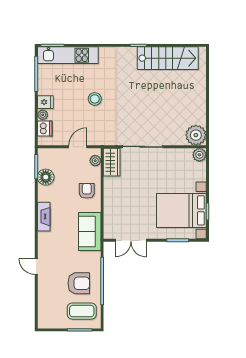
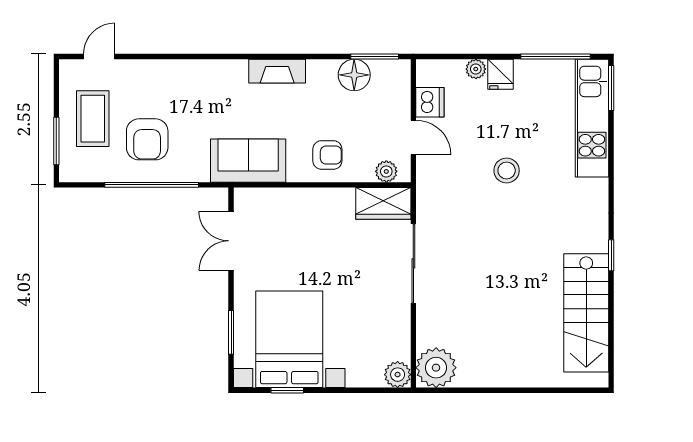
dishwasher: (45, 129) -> (430, 102), moved, turned -90
door: (36, 267) -> (99, 56), moved
coffee table: (82, 311) -> (93, 119), moved

